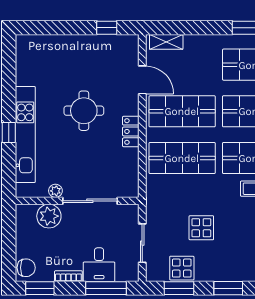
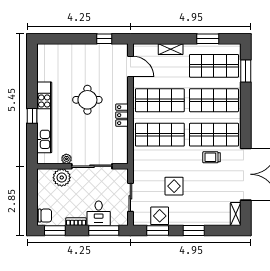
shelving: (166, 42) -> (171, 49), moved
door: (142, 80) -> (130, 67), moved

